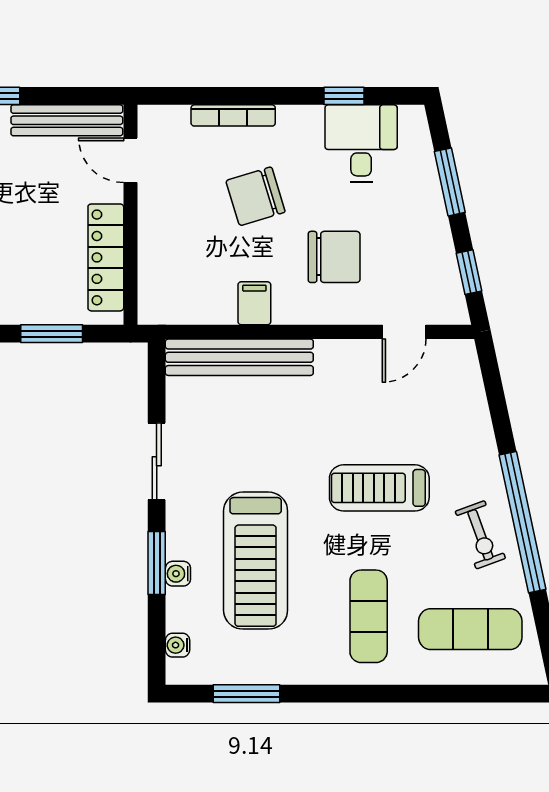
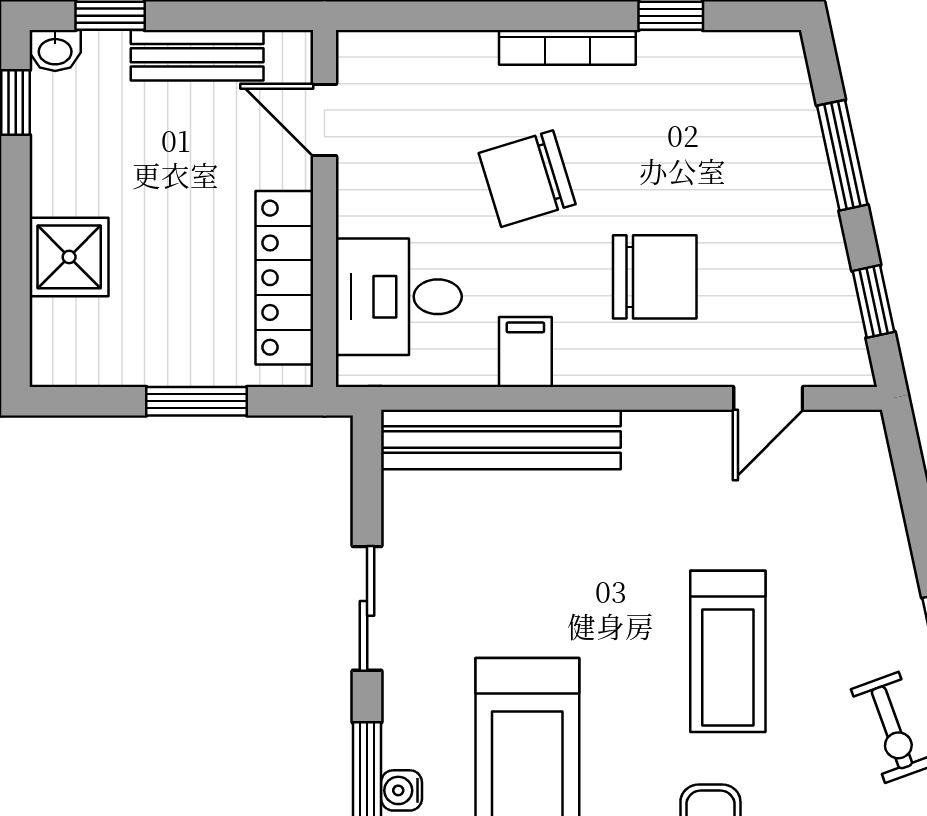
bookcase: (233, 115) -> (567, 47), moved
bench: (67, 120) -> (197, 55), width x0.73
desk: (361, 143) -> (399, 297), moved, turned -90
treadmill: (379, 488) -> (728, 651), turned -90

